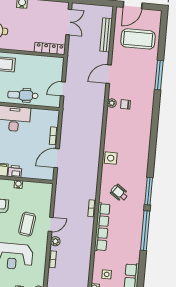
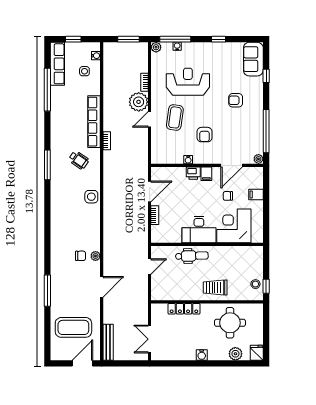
bench: (106, 35) -> (108, 342), moved
locker: (50, 48) -> (184, 309), moved
window: (145, 231) -> (47, 90), moved
plant: (55, 241) -> (139, 102), width x1.87, depth x1.87

